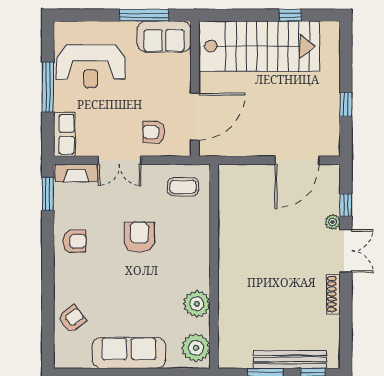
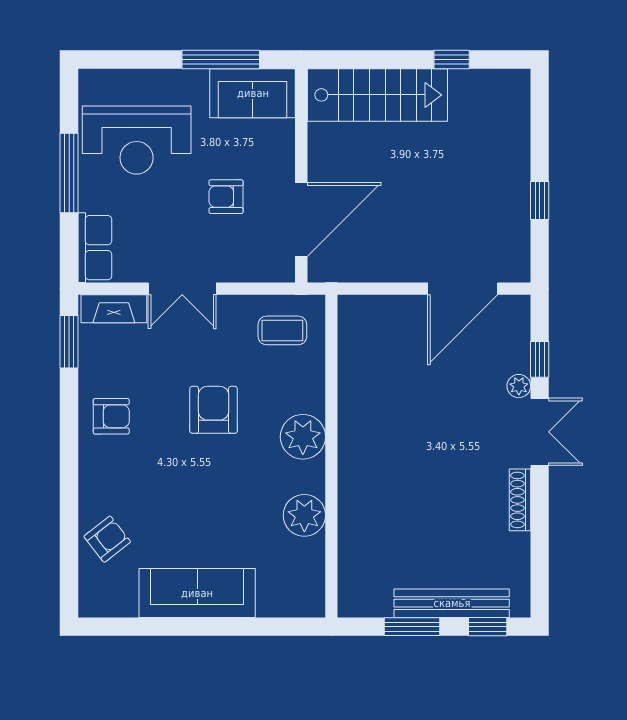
stairs: (259, 46) -> (377, 95), width x0.73, depth x0.66
armchair: (154, 132) -> (226, 197), moved
plant: (196, 348) -> (303, 437), moved

